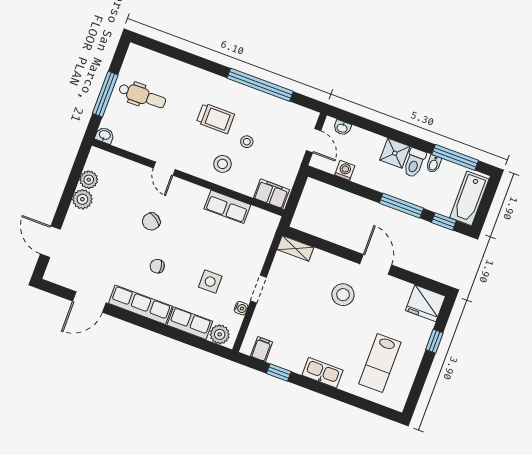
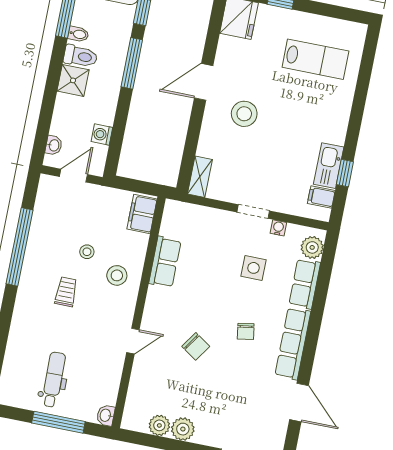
trolley: (215, 118) -> (66, 292), width x0.73, depth x0.72
kitchen sink: (322, 373) -> (329, 166), moved

